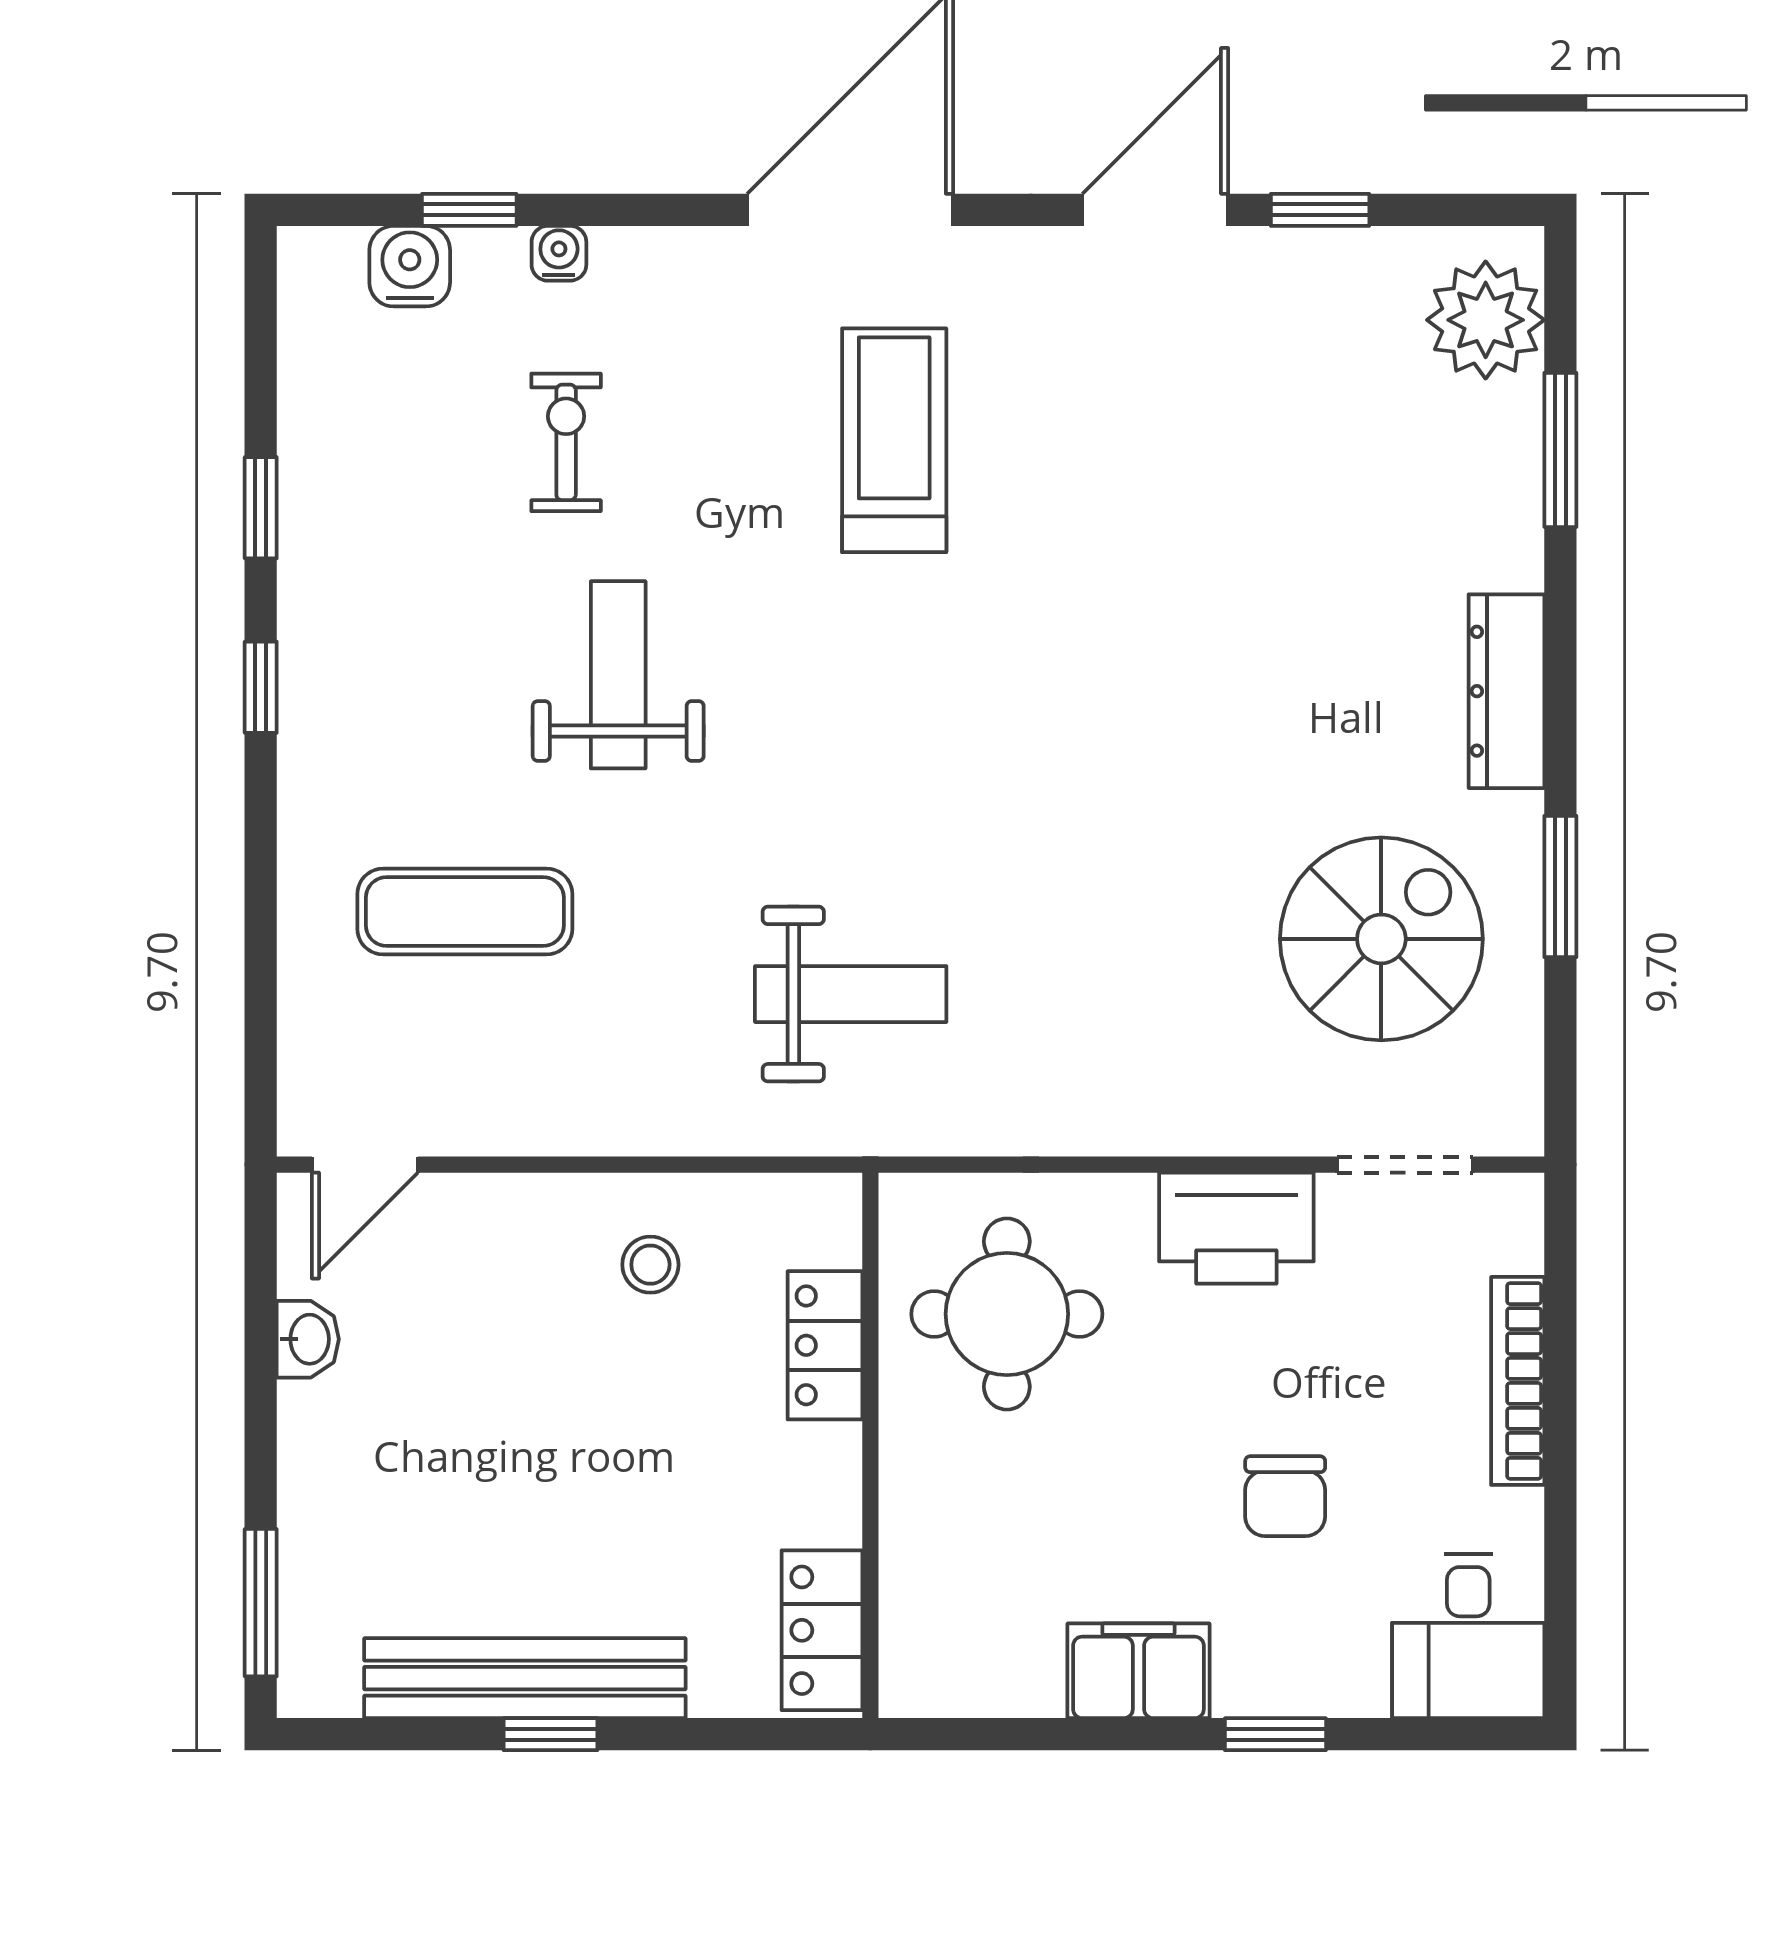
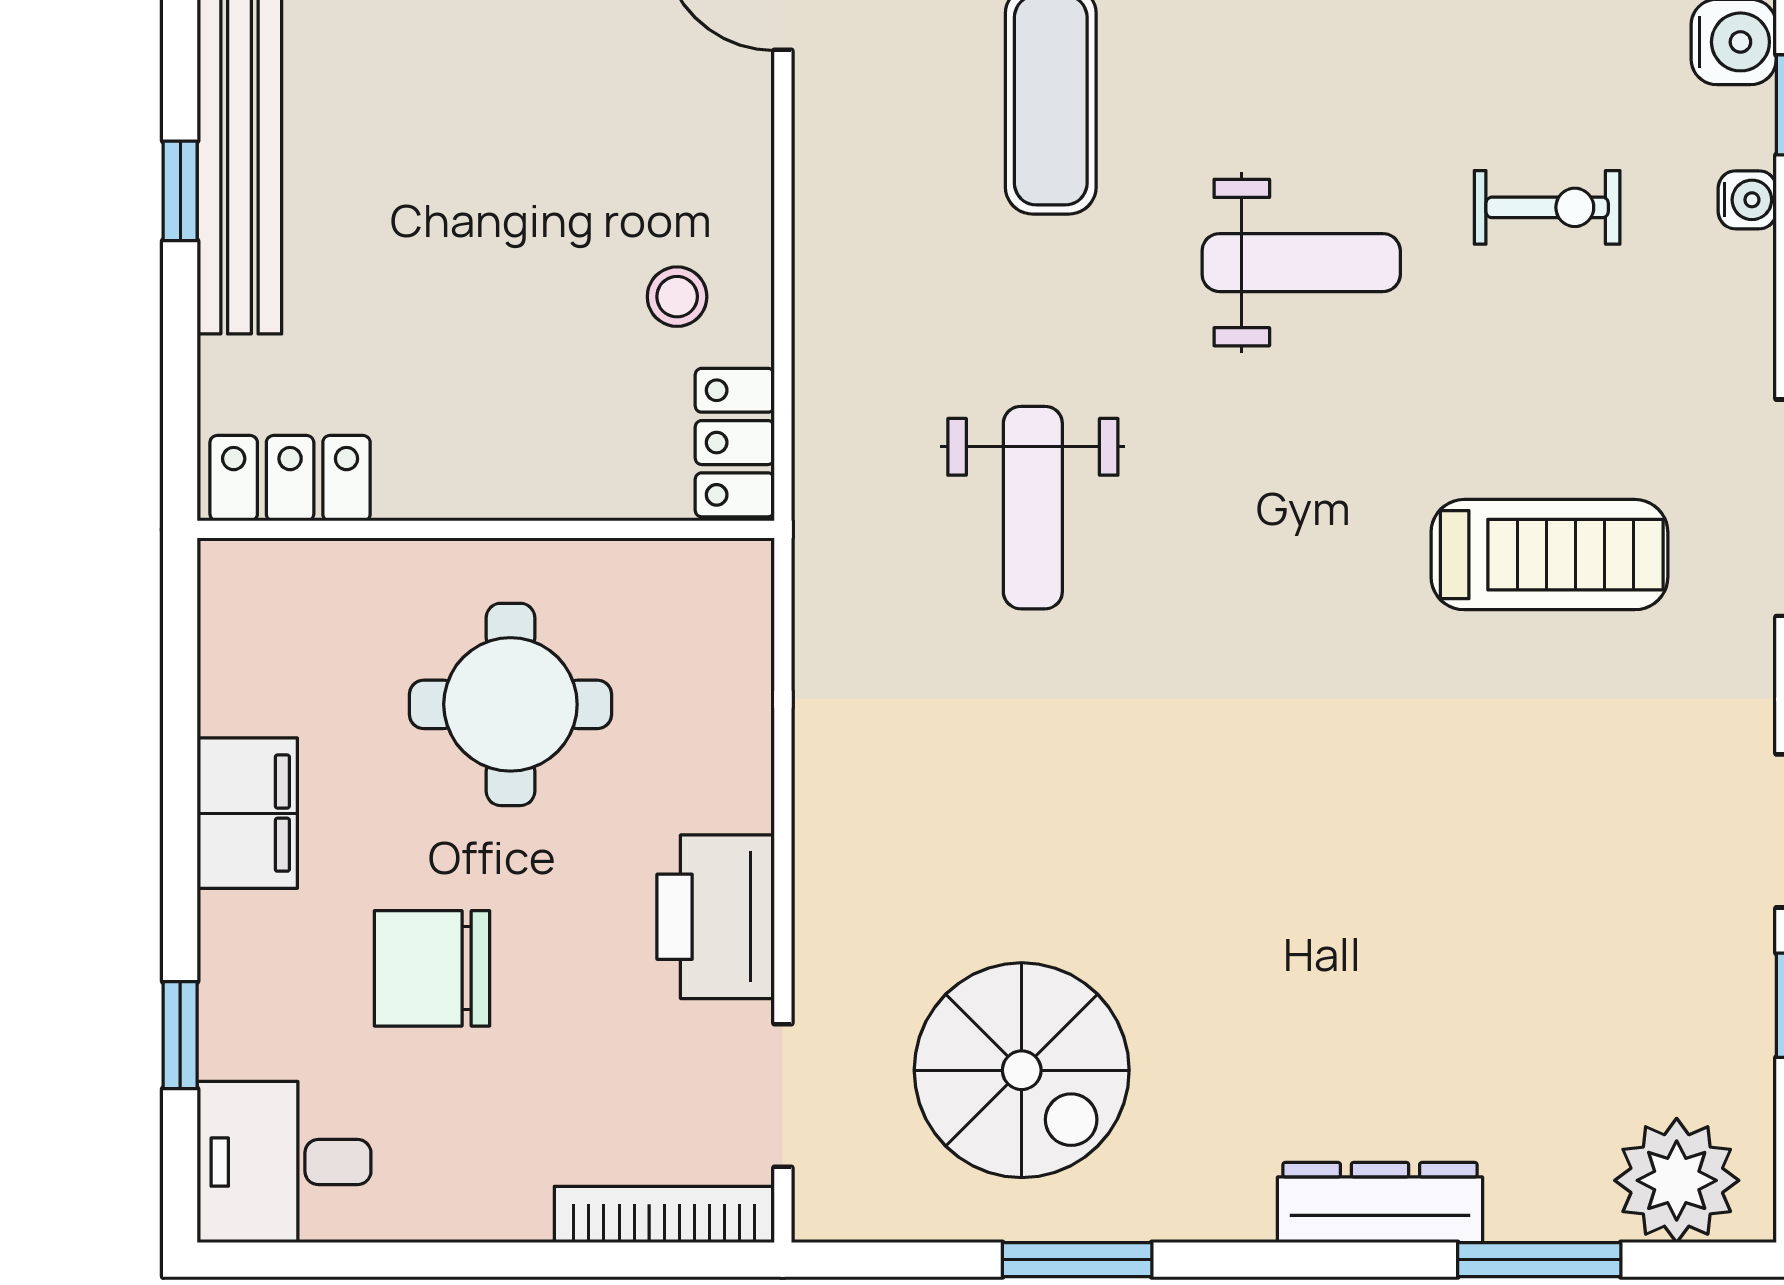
dresser: (1506, 691) -> (1380, 1203), moved
weight bench: (851, 994) -> (1033, 508), moved
round table: (1007, 1314) -> (510, 704), moved
locker: (825, 1345) -> (735, 443), moved, turned -90
bookcase: (1518, 1381) -> (664, 1214), moved
chair: (1285, 1496) -> (432, 968), width x1.37, depth x1.37
window: (1275, 1734) -> (180, 1035), moved

